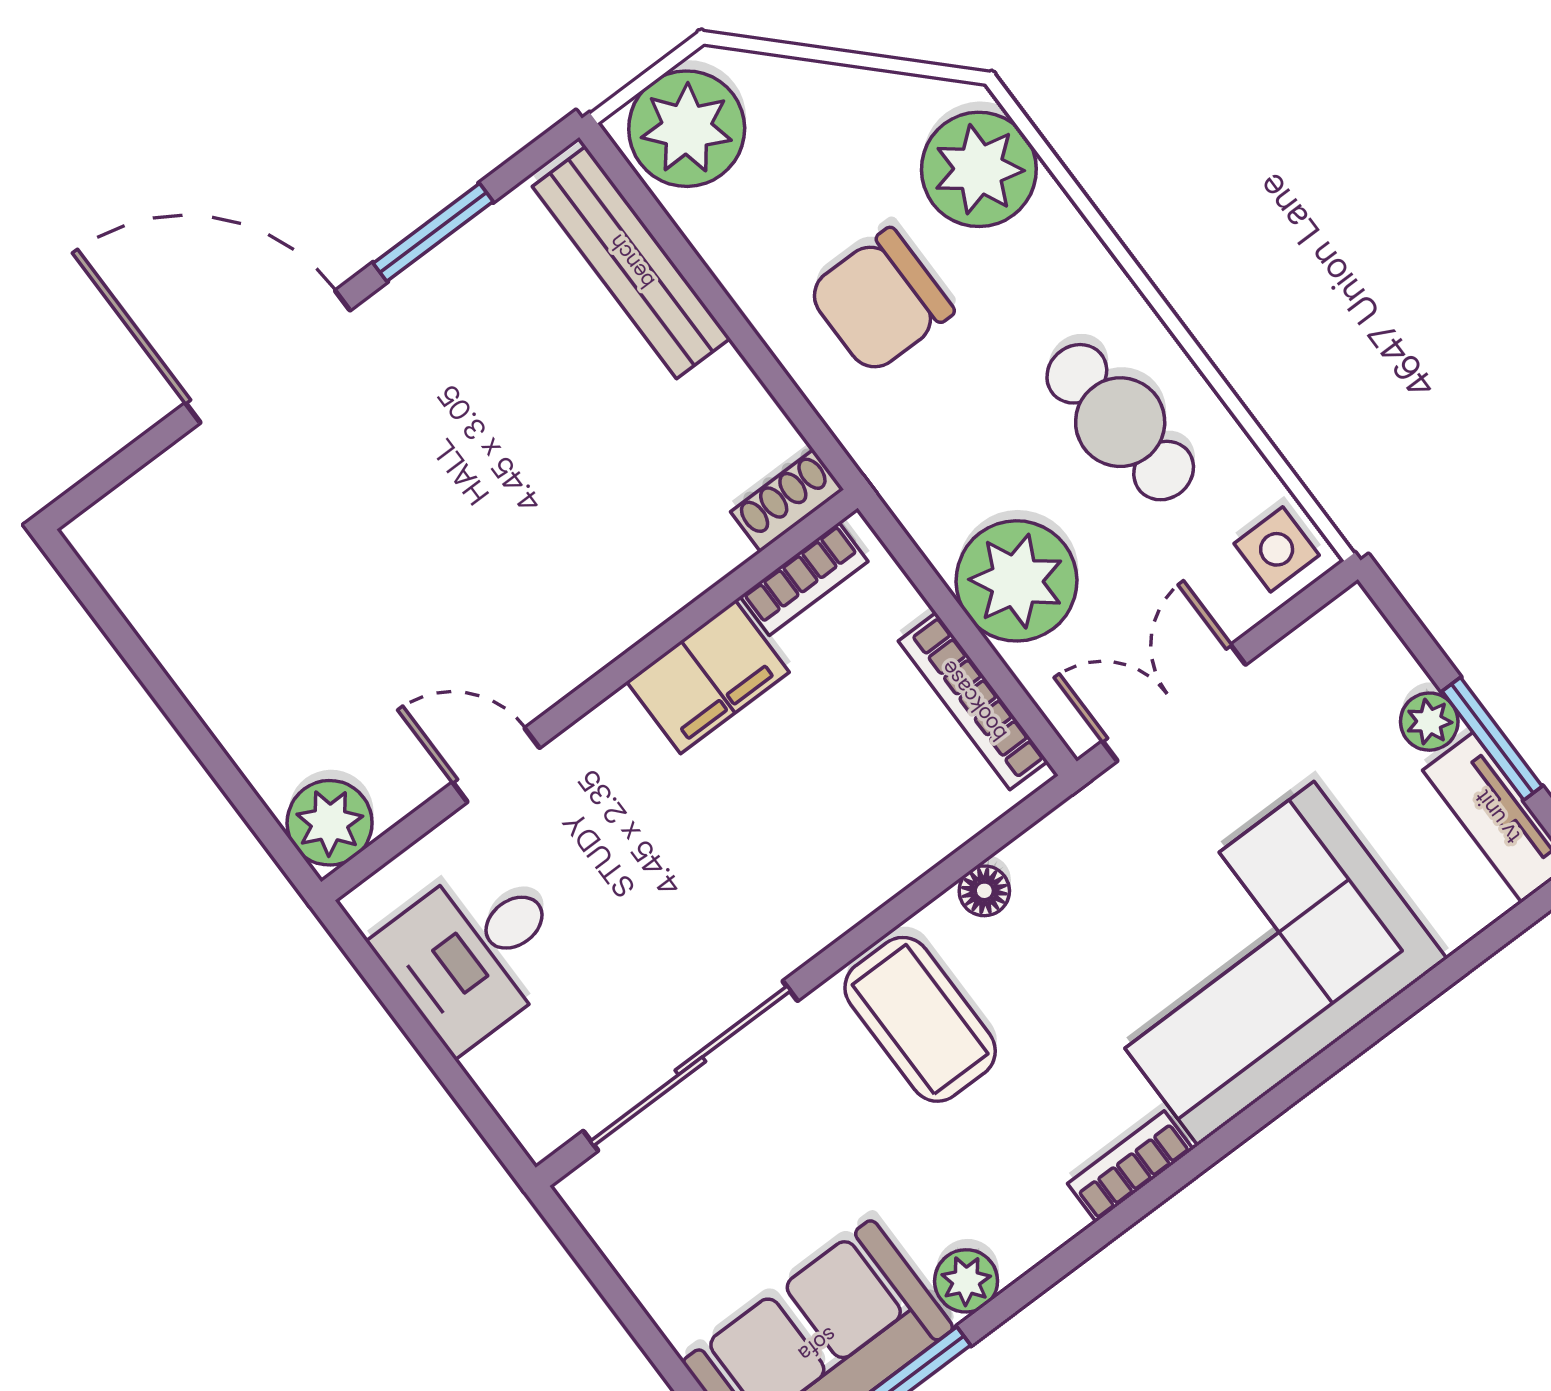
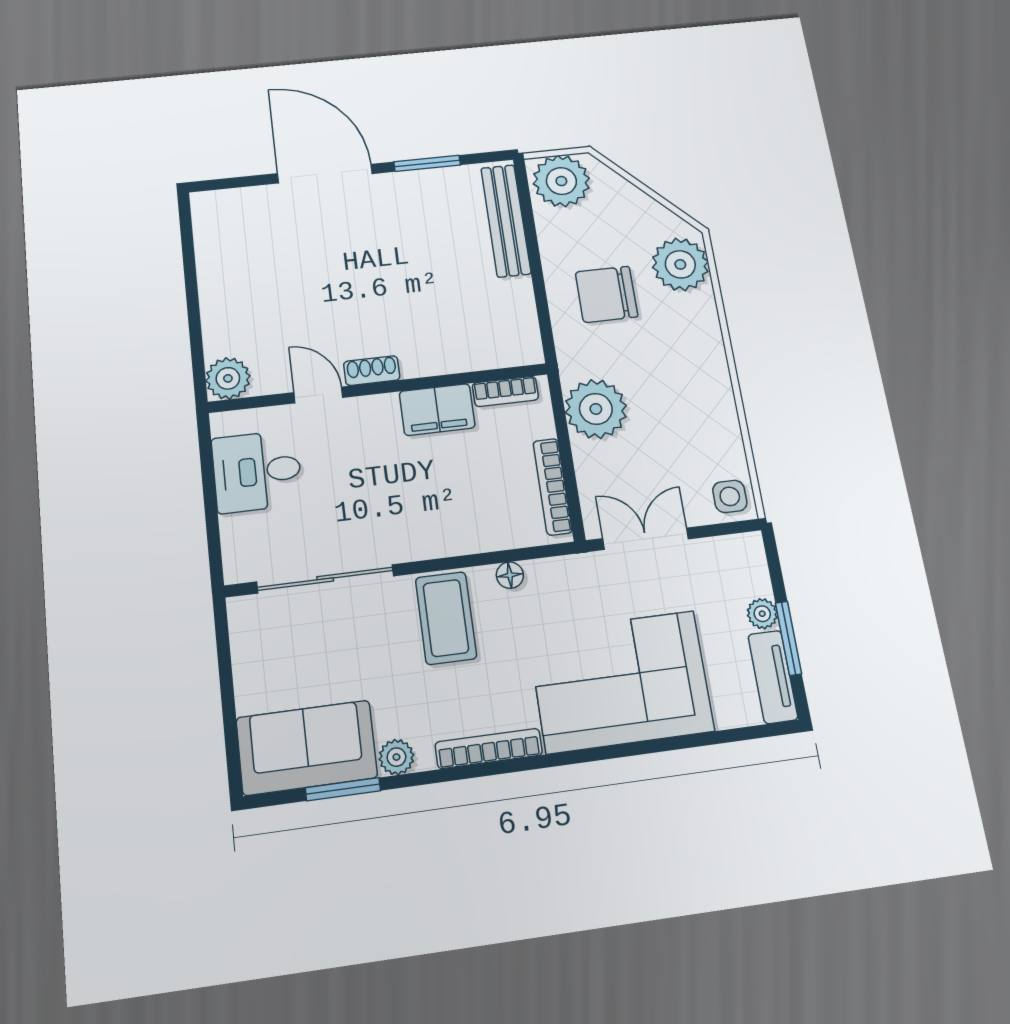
cafe table: (1120, 422) -> (687, 402), removed
shoe rack: (787, 501) -> (372, 371), moved
plant: (1016, 581) -> (596, 409), moved
bookcase: (1130, 1166) -> (489, 749), width x1.56

